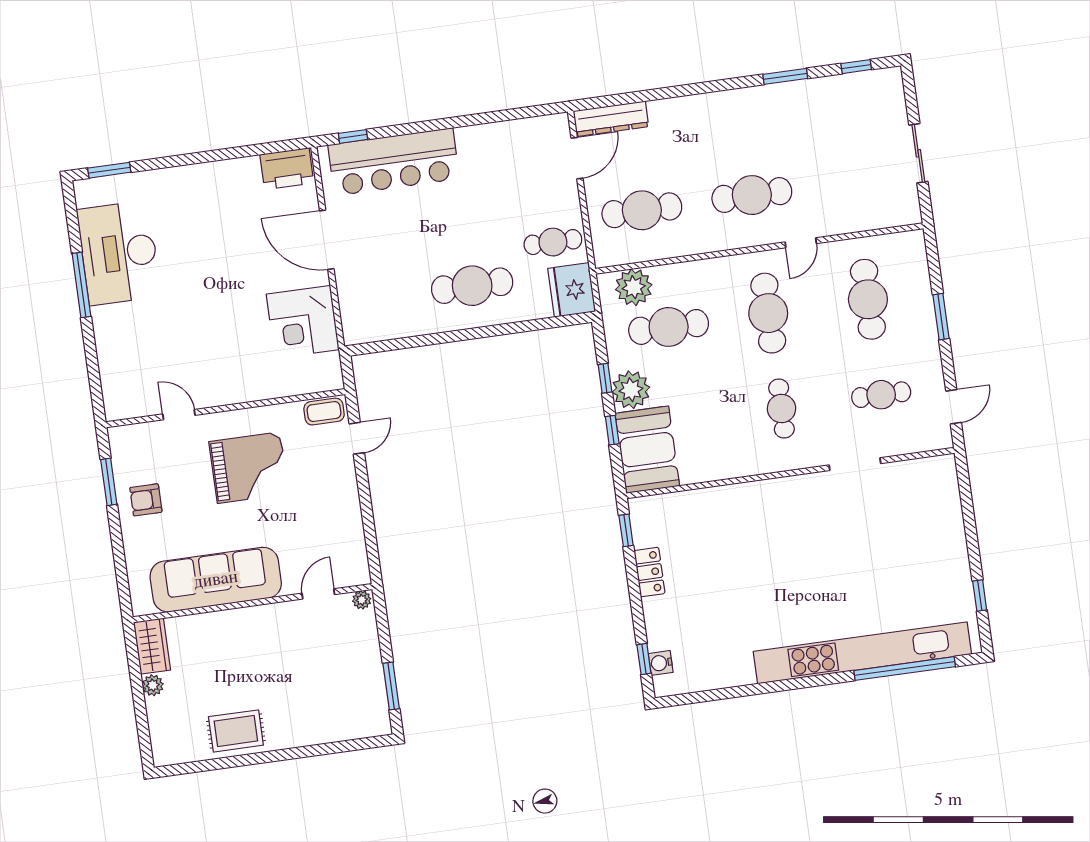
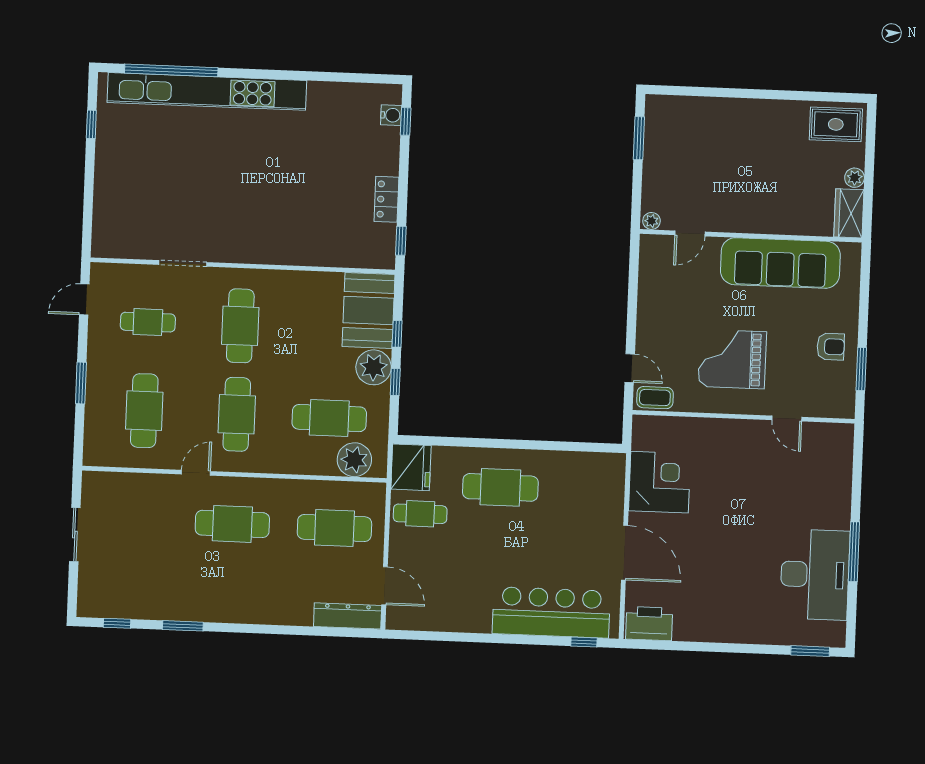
door: (577, 158) -> (385, 586), swing flipped
cafe table: (781, 409) -> (240, 326), width x1.37, depth x1.35
door: (357, 438) -> (630, 368), swing flipped
rug: (236, 731) -> (836, 124), moved

